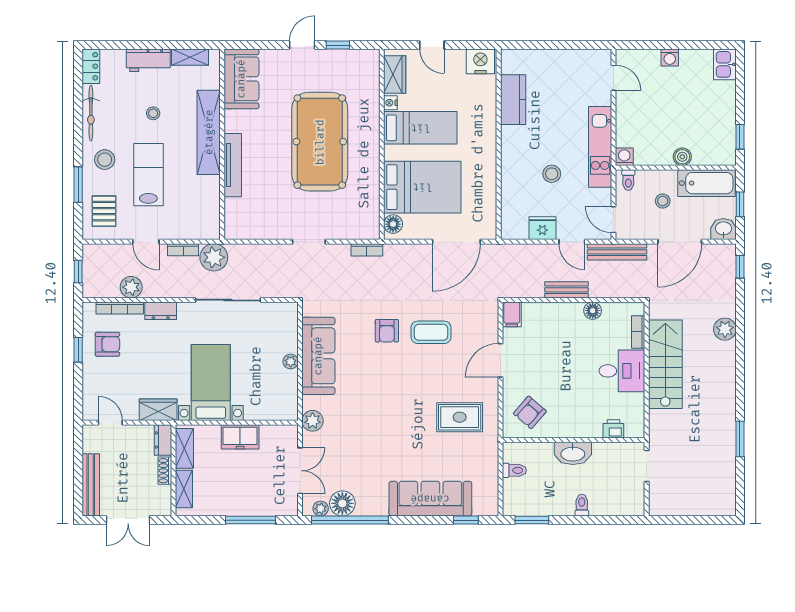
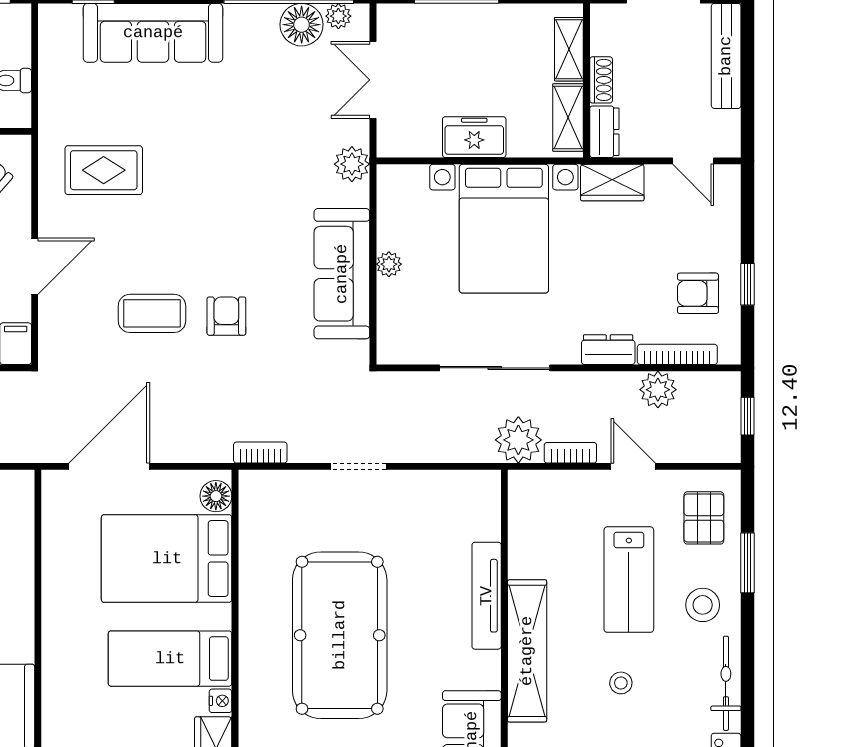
bed with nightstands: (211, 383) -> (504, 229), width x1.36

